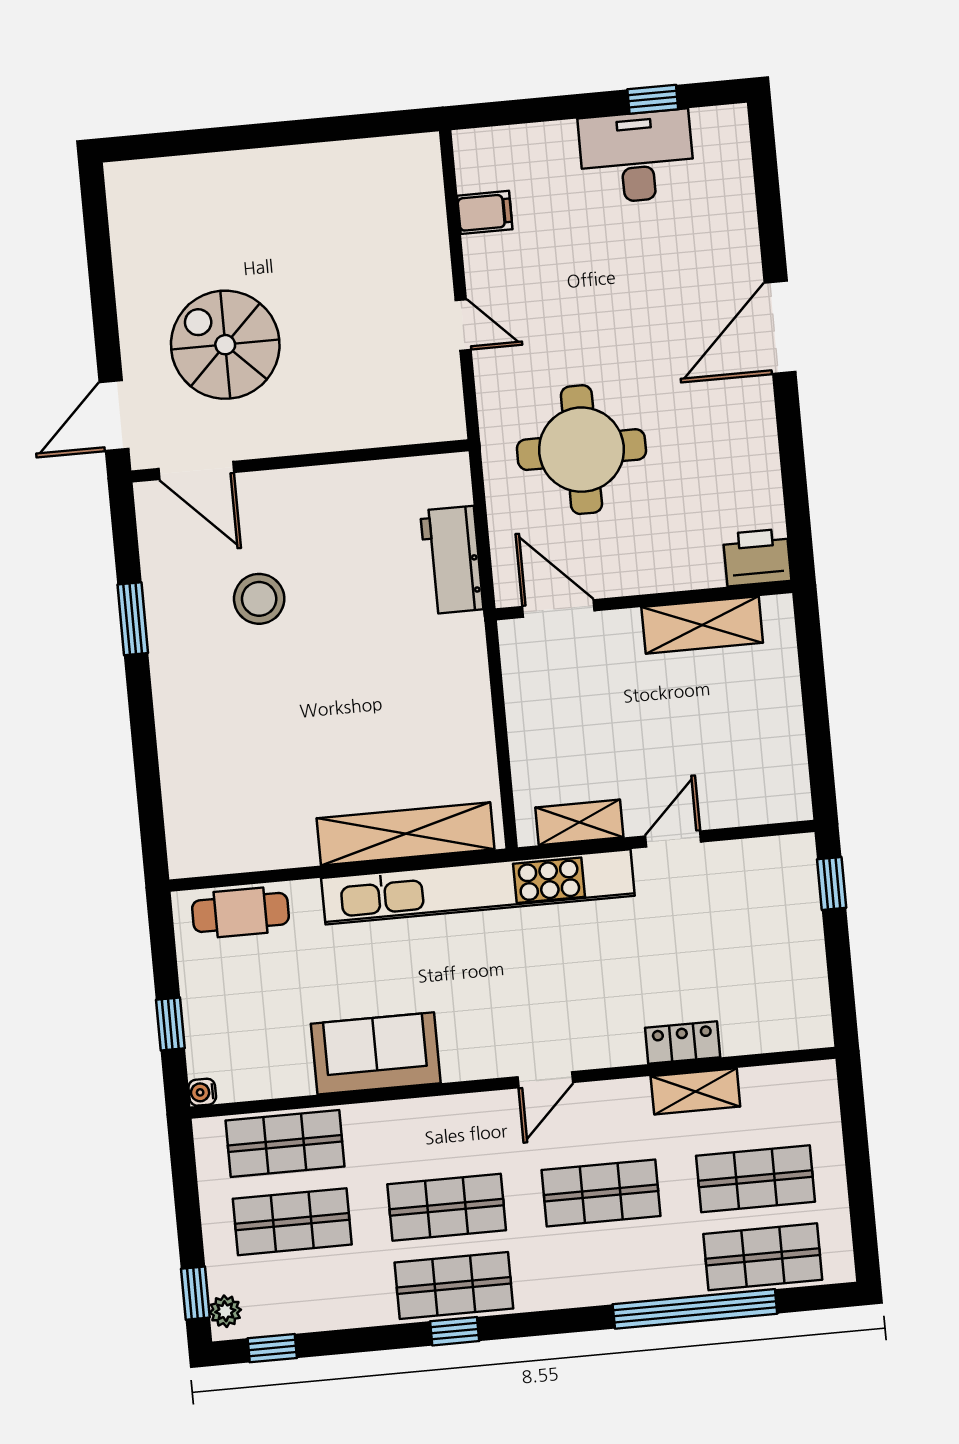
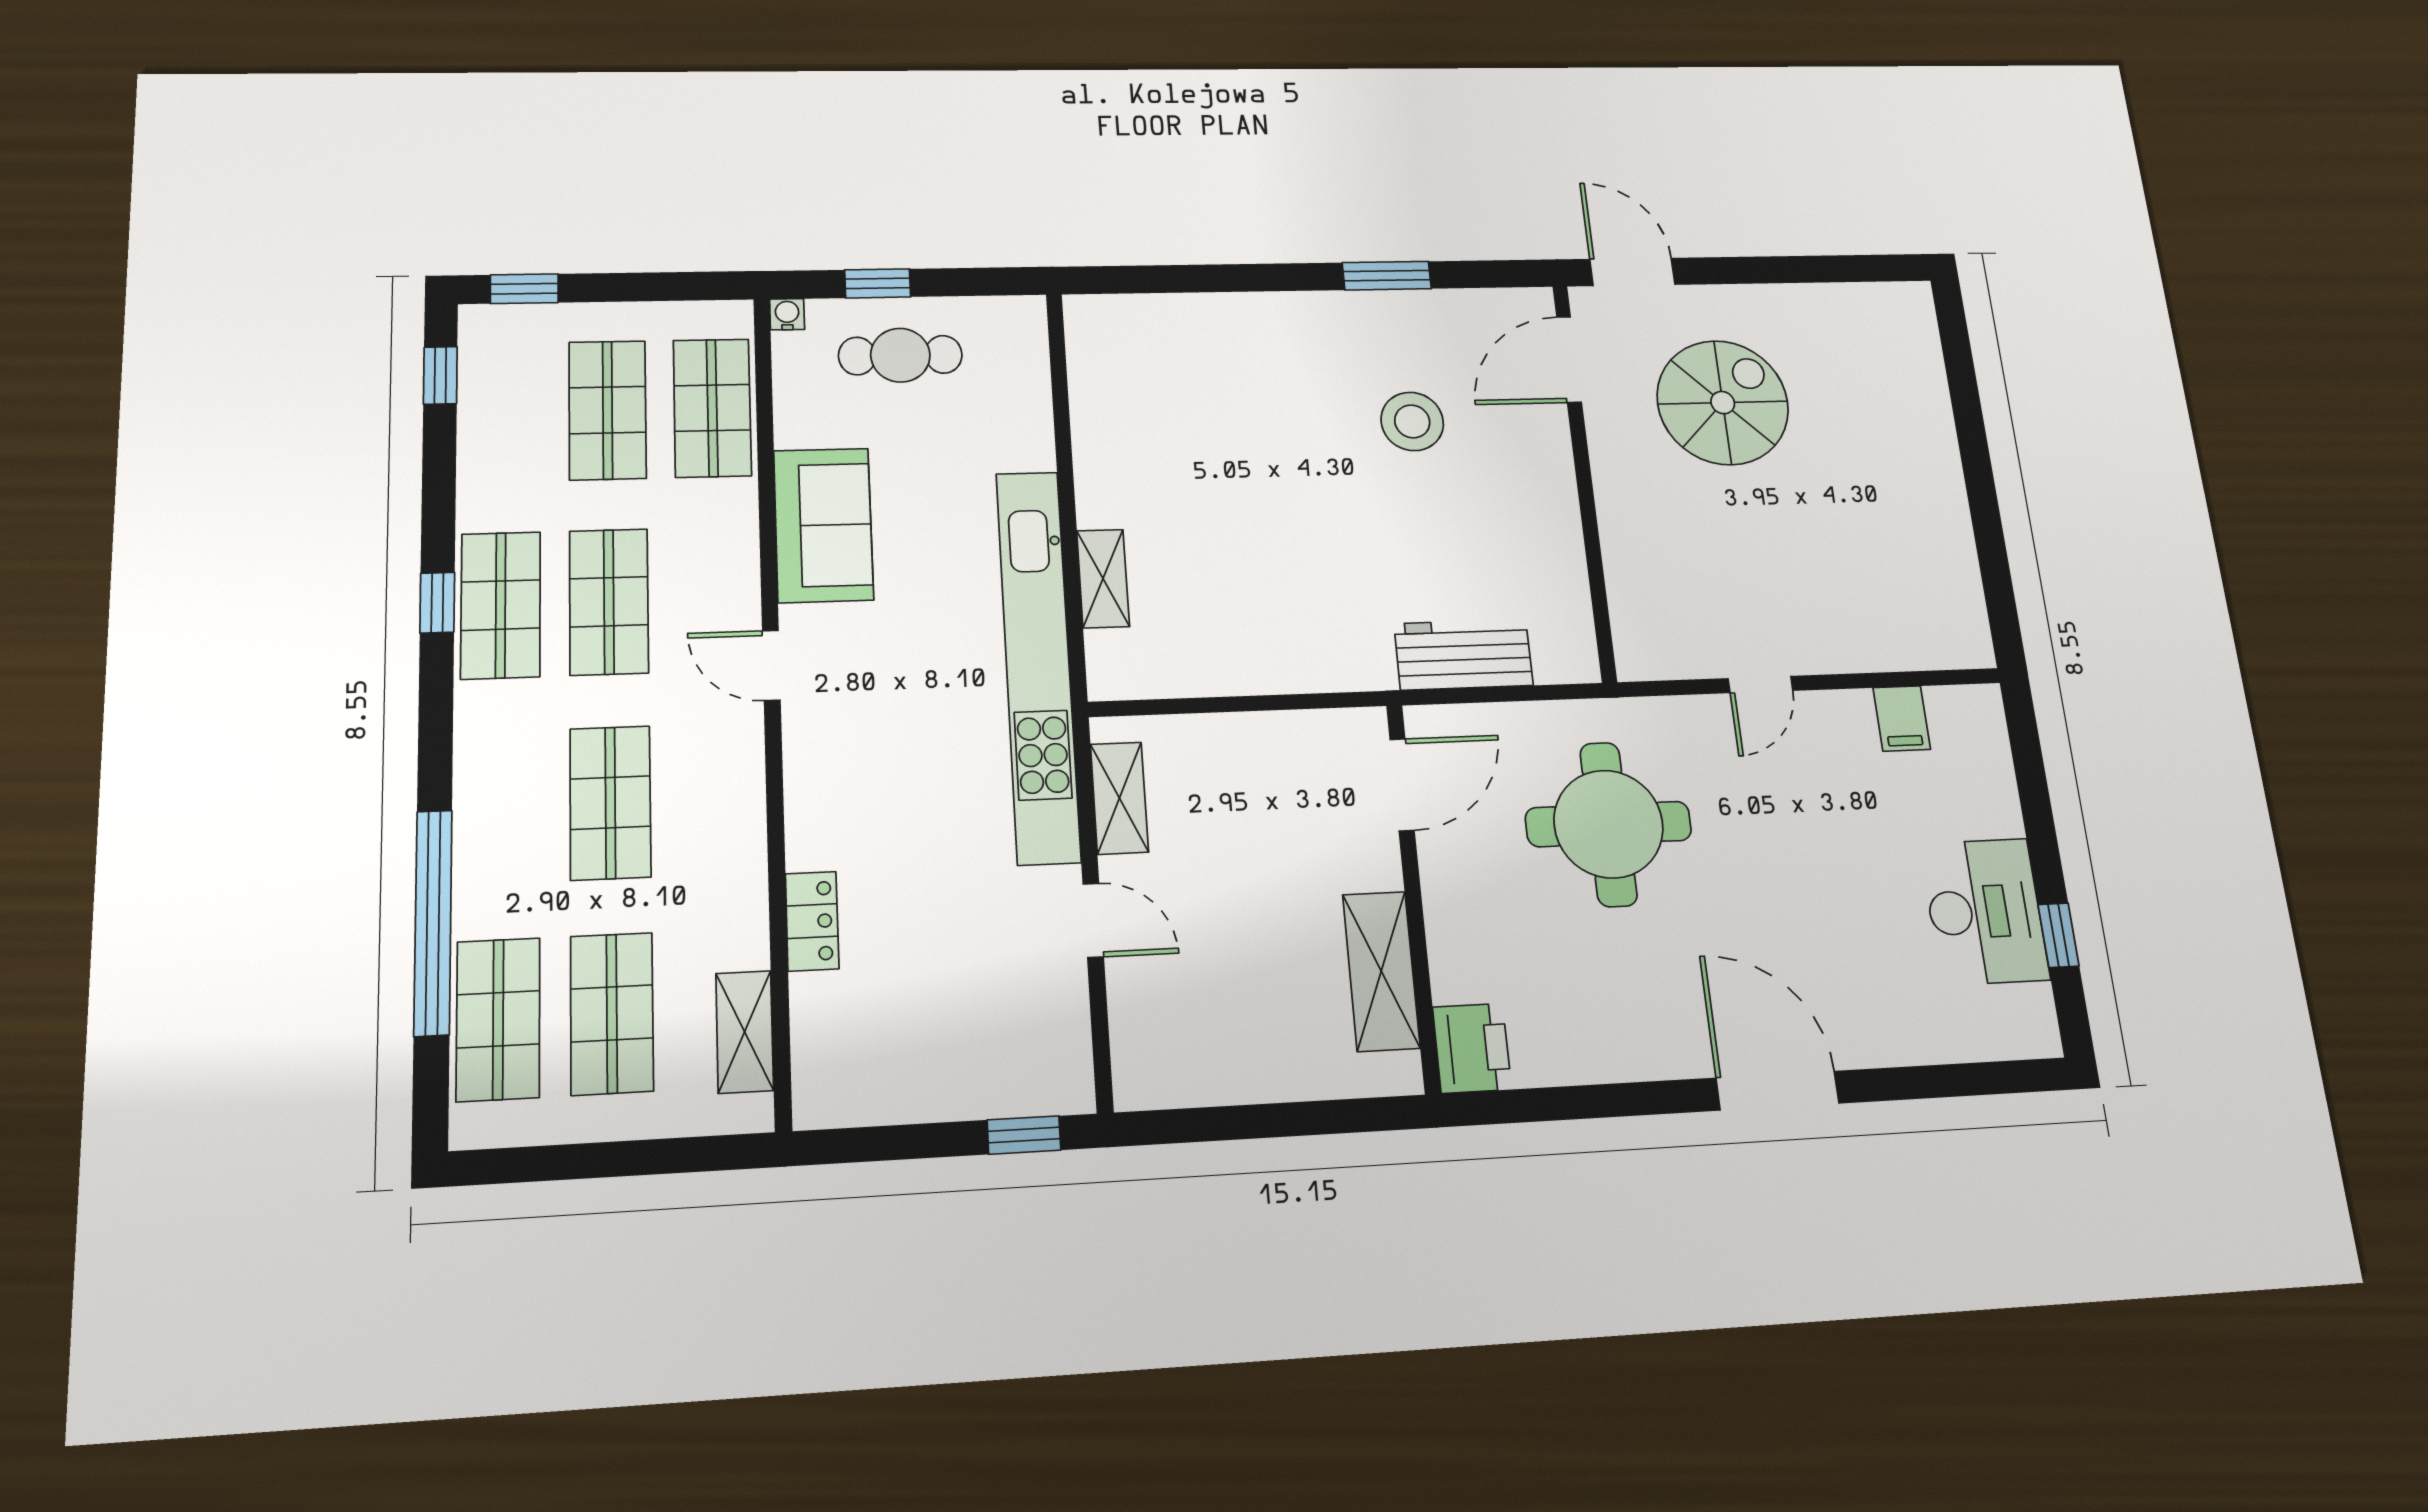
shelving: (406, 834) -> (1103, 579), width x0.45, depth x0.75
cafe table: (240, 912) -> (900, 355), moved, turned 90
door: (545, 1080) -> (771, 665), moved
shelving: (695, 1091) -> (745, 1032), moved
plant: (225, 1311) -> (496, 322), removed

